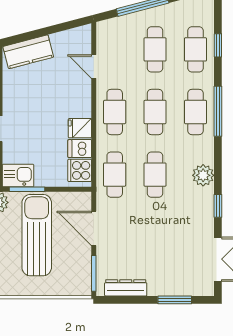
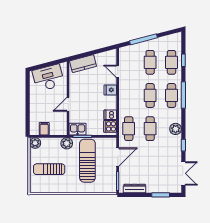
cafe table: (115, 112) -> (129, 95), removed
fridge: (80, 128) -> (110, 90), moved
door: (94, 228) -> (118, 157), swing flipped

